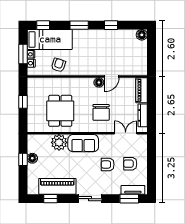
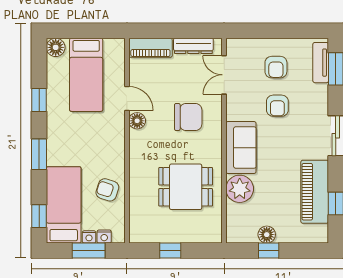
bed: (126, 53) -> (86, 75), added

